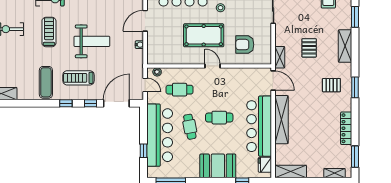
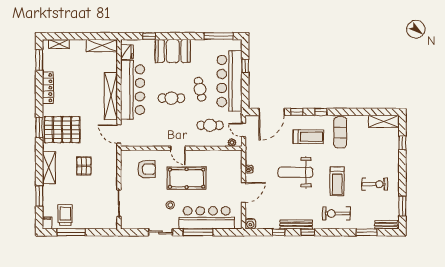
shelving: (280, 57) -> (112, 157), removed
pallet: (331, 85) -> (62, 130), width x2.05, depth x2.00

